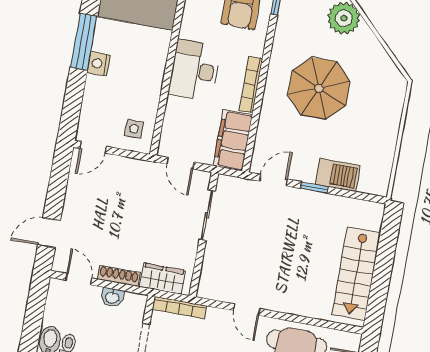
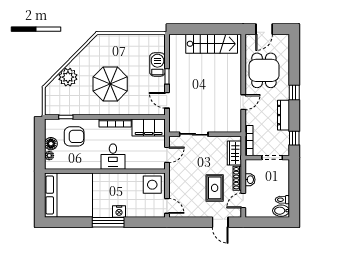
desk: (194, 70) -> (113, 157), width x0.73
side table: (134, 129) -> (152, 185), width x1.87, depth x1.87
rug: (109, 234) -> (215, 188), added

